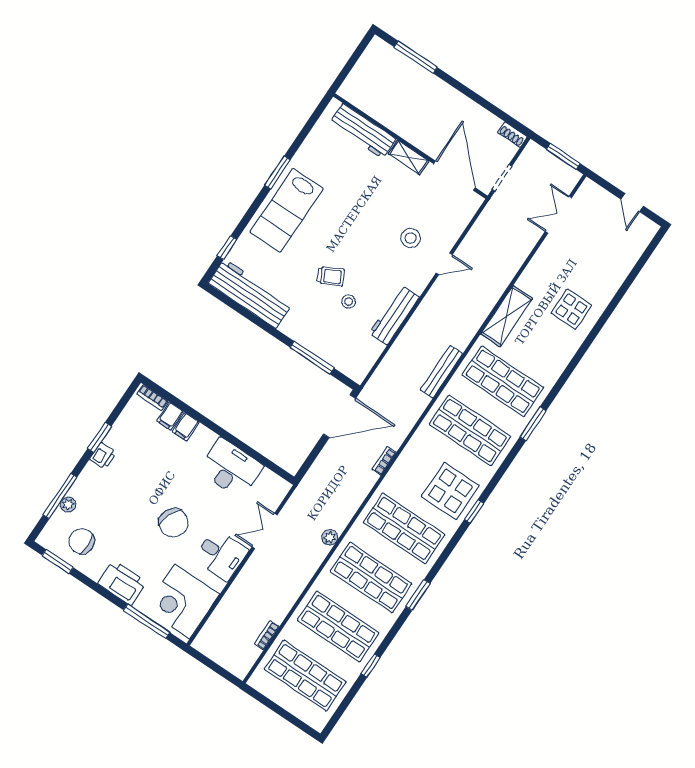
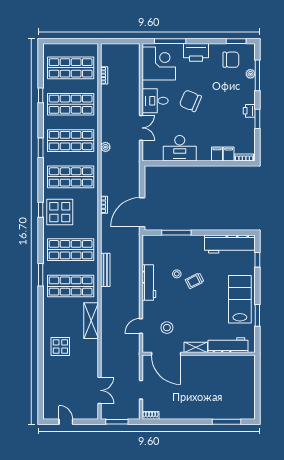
workbench: (363, 131) -> (228, 345), moved
wall: (410, 146) -> (199, 354), moved
shelving: (408, 157) -> (196, 347), moved
door: (454, 176) -> (166, 354), moved

